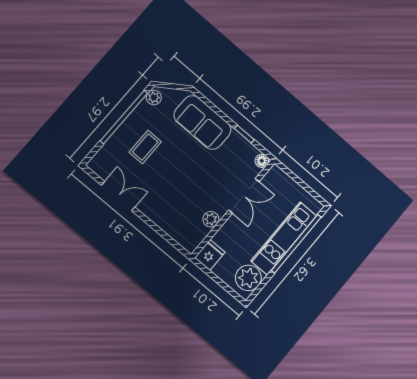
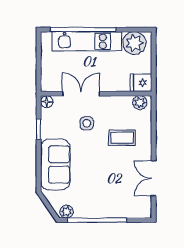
coffee table: (145, 147) -> (122, 138), moved
side table: (215, 179) -> (87, 123), added
plant: (211, 219) -> (140, 103), moved

